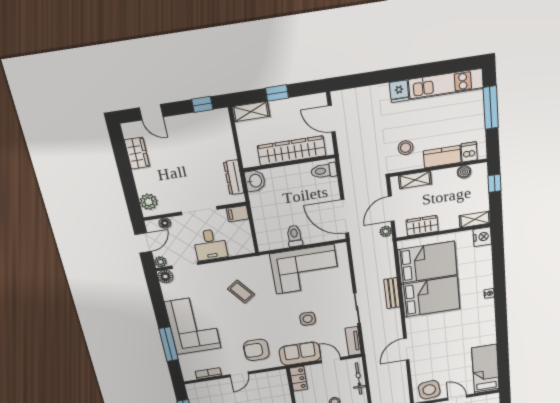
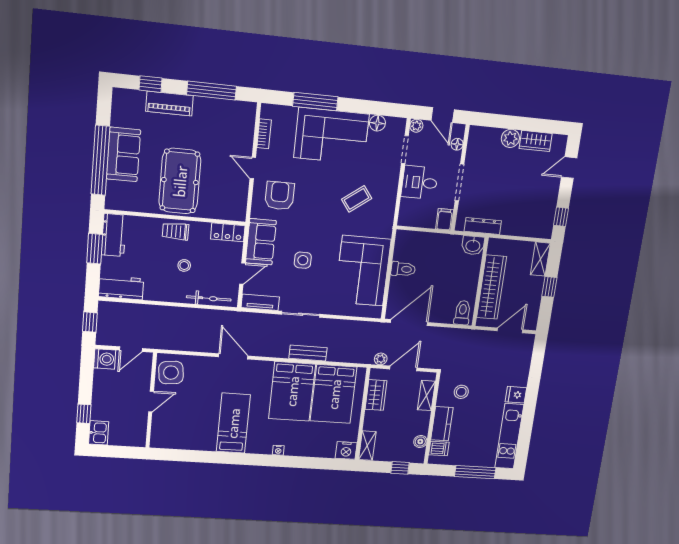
plant: (149, 202) -> (510, 138), moved
door: (391, 209) -> (403, 368), hinge flipped
floor lamp: (165, 276) -> (377, 123), moved
bed: (486, 369) -> (233, 423), moved, turned -90

